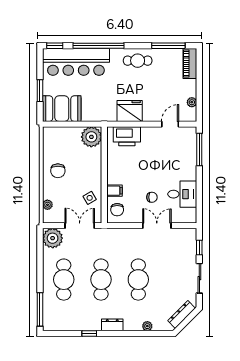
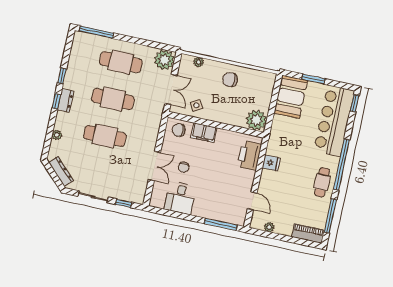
window: (98, 46) -> (341, 165), moved
fridge: (130, 111) -> (271, 163), width x0.53, depth x0.75
filing cabinet: (114, 191) -> (204, 133), width x2.00
window: (115, 334) -> (56, 101), added

